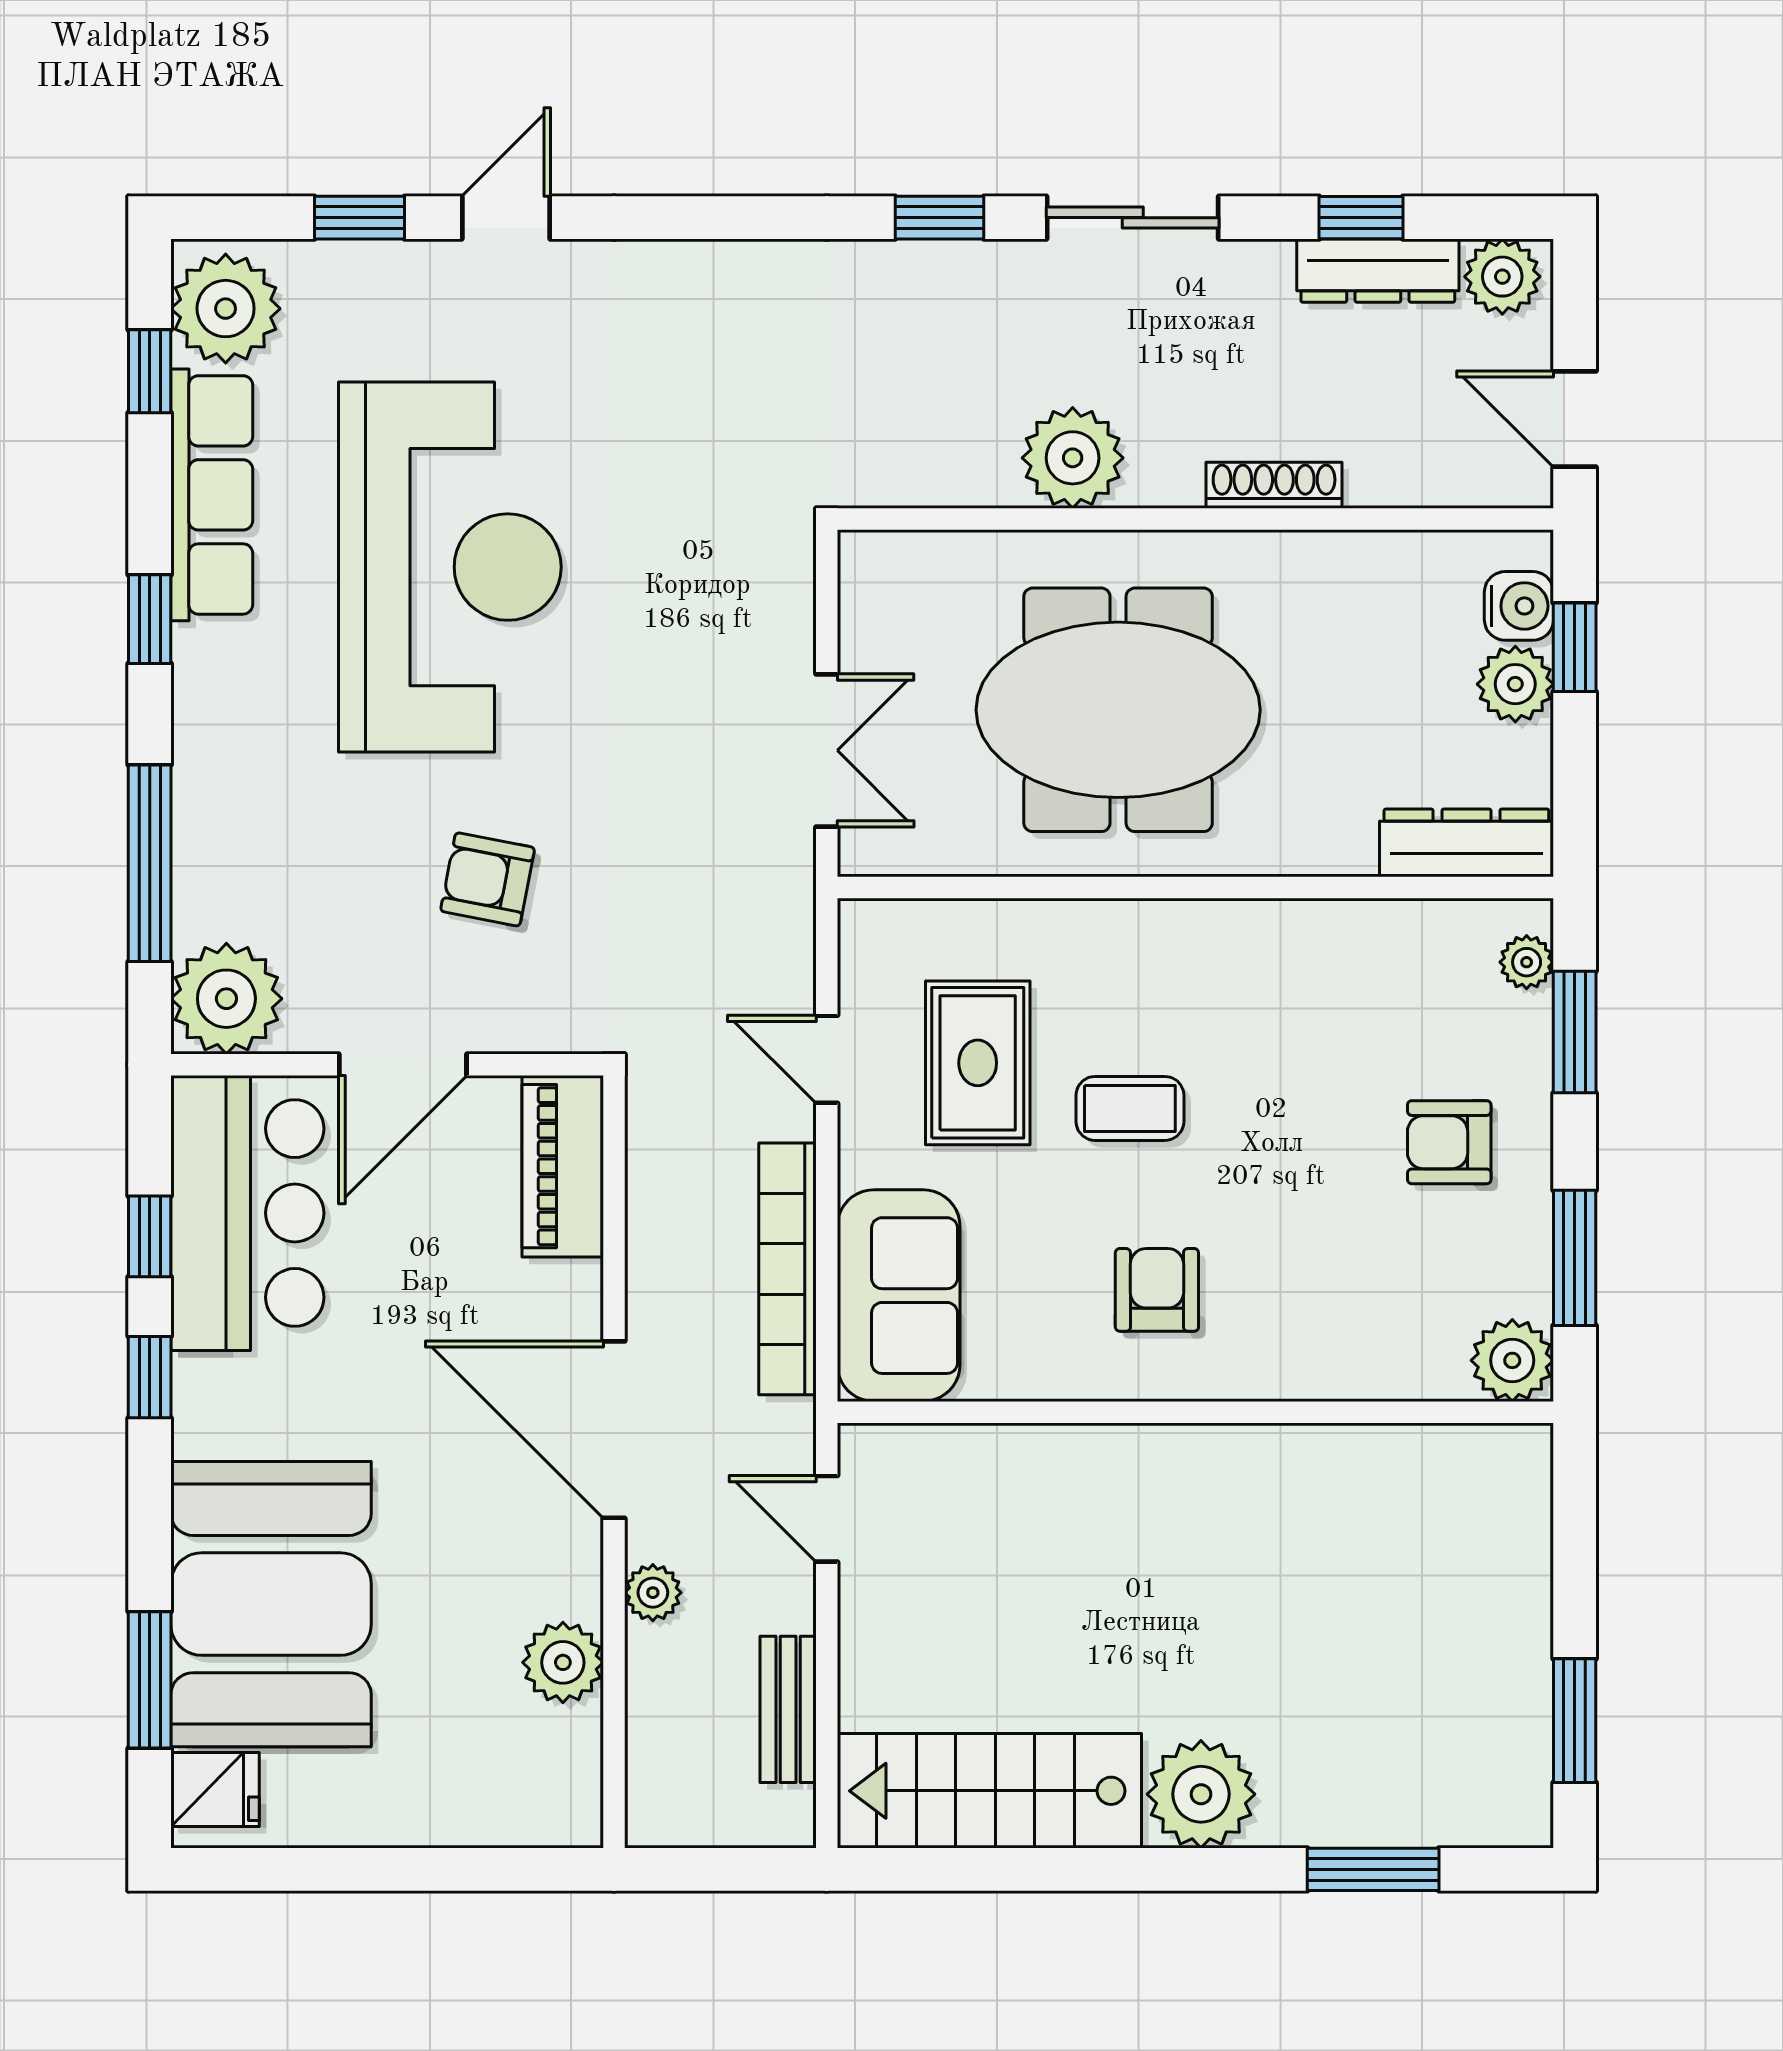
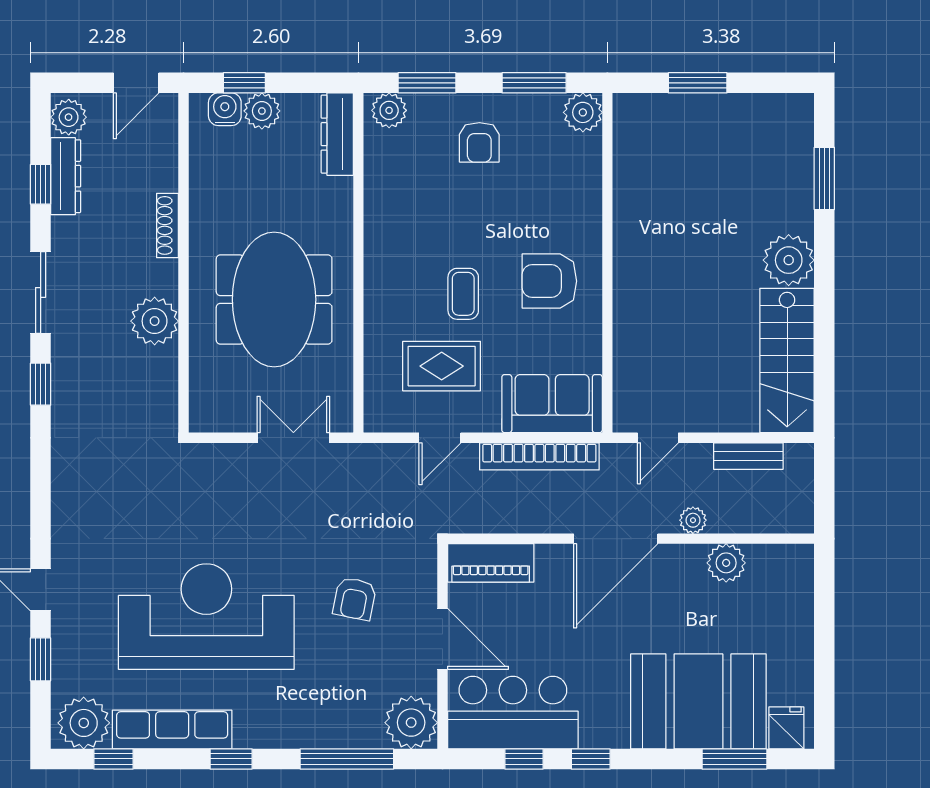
plant: (1527, 962) -> (389, 110), width x1.38, depth x1.38
armchair: (1157, 1290) -> (549, 281), width x1.38, depth x1.38
window: (1575, 1721) -> (698, 83), moved

